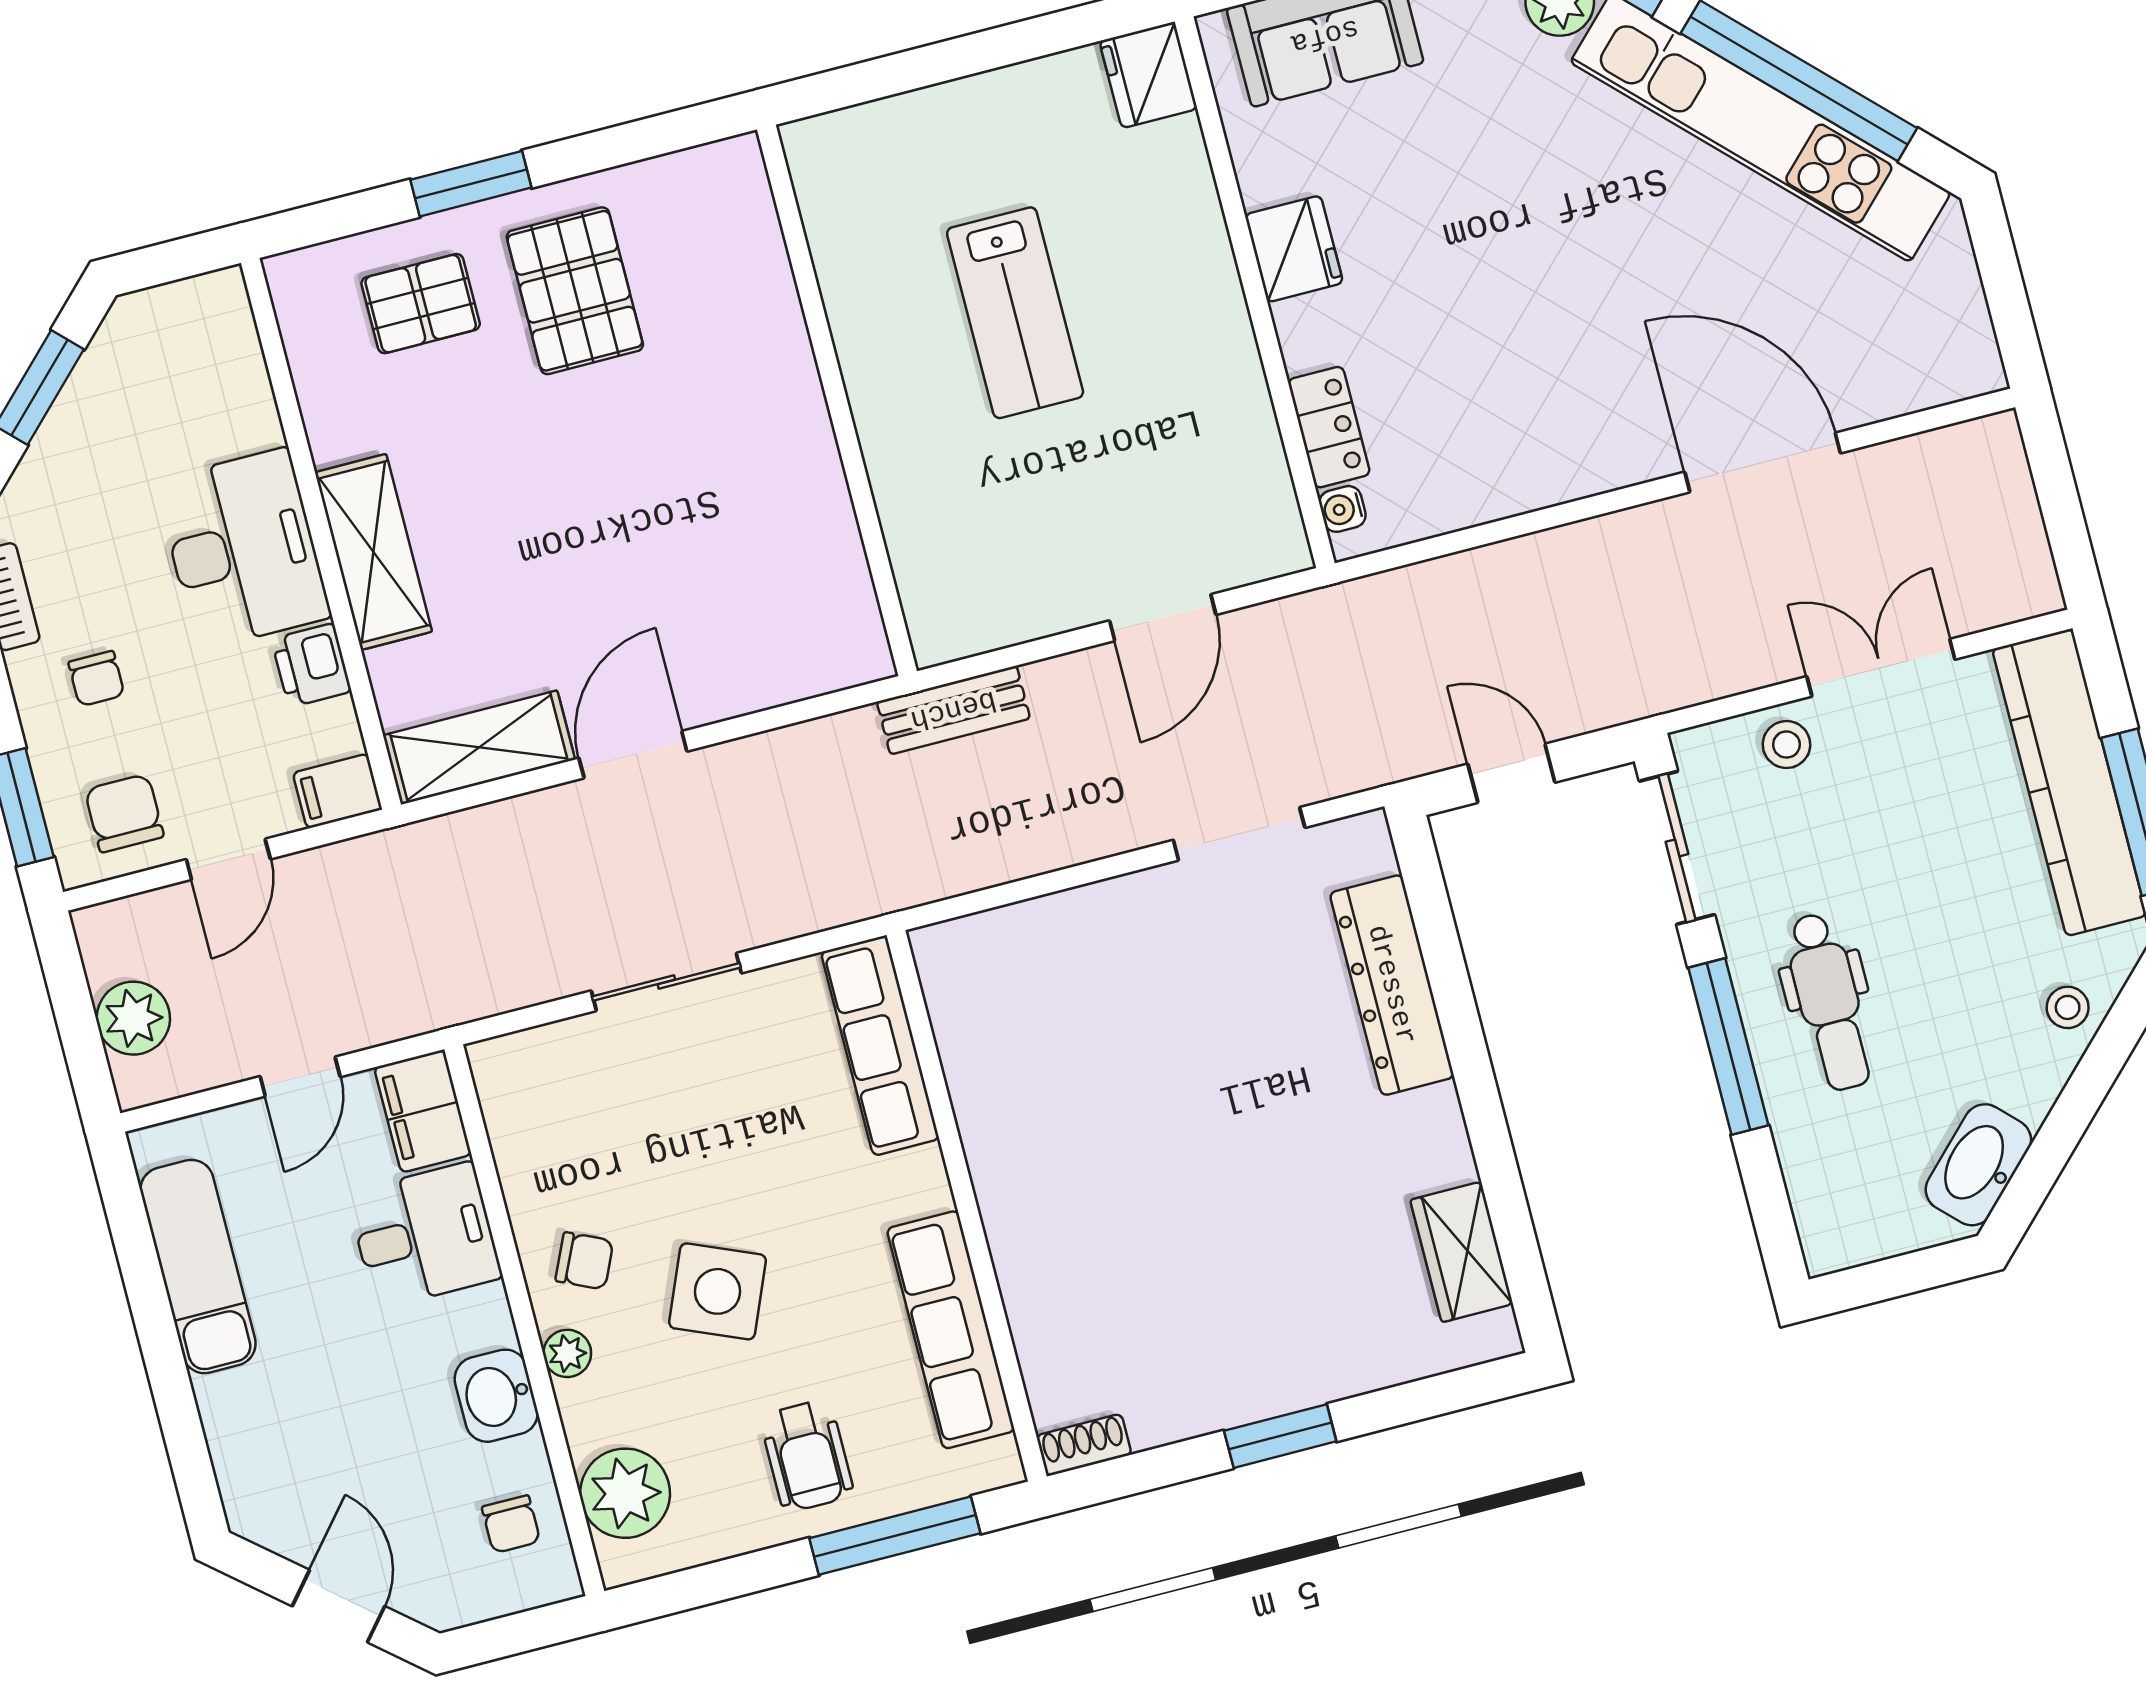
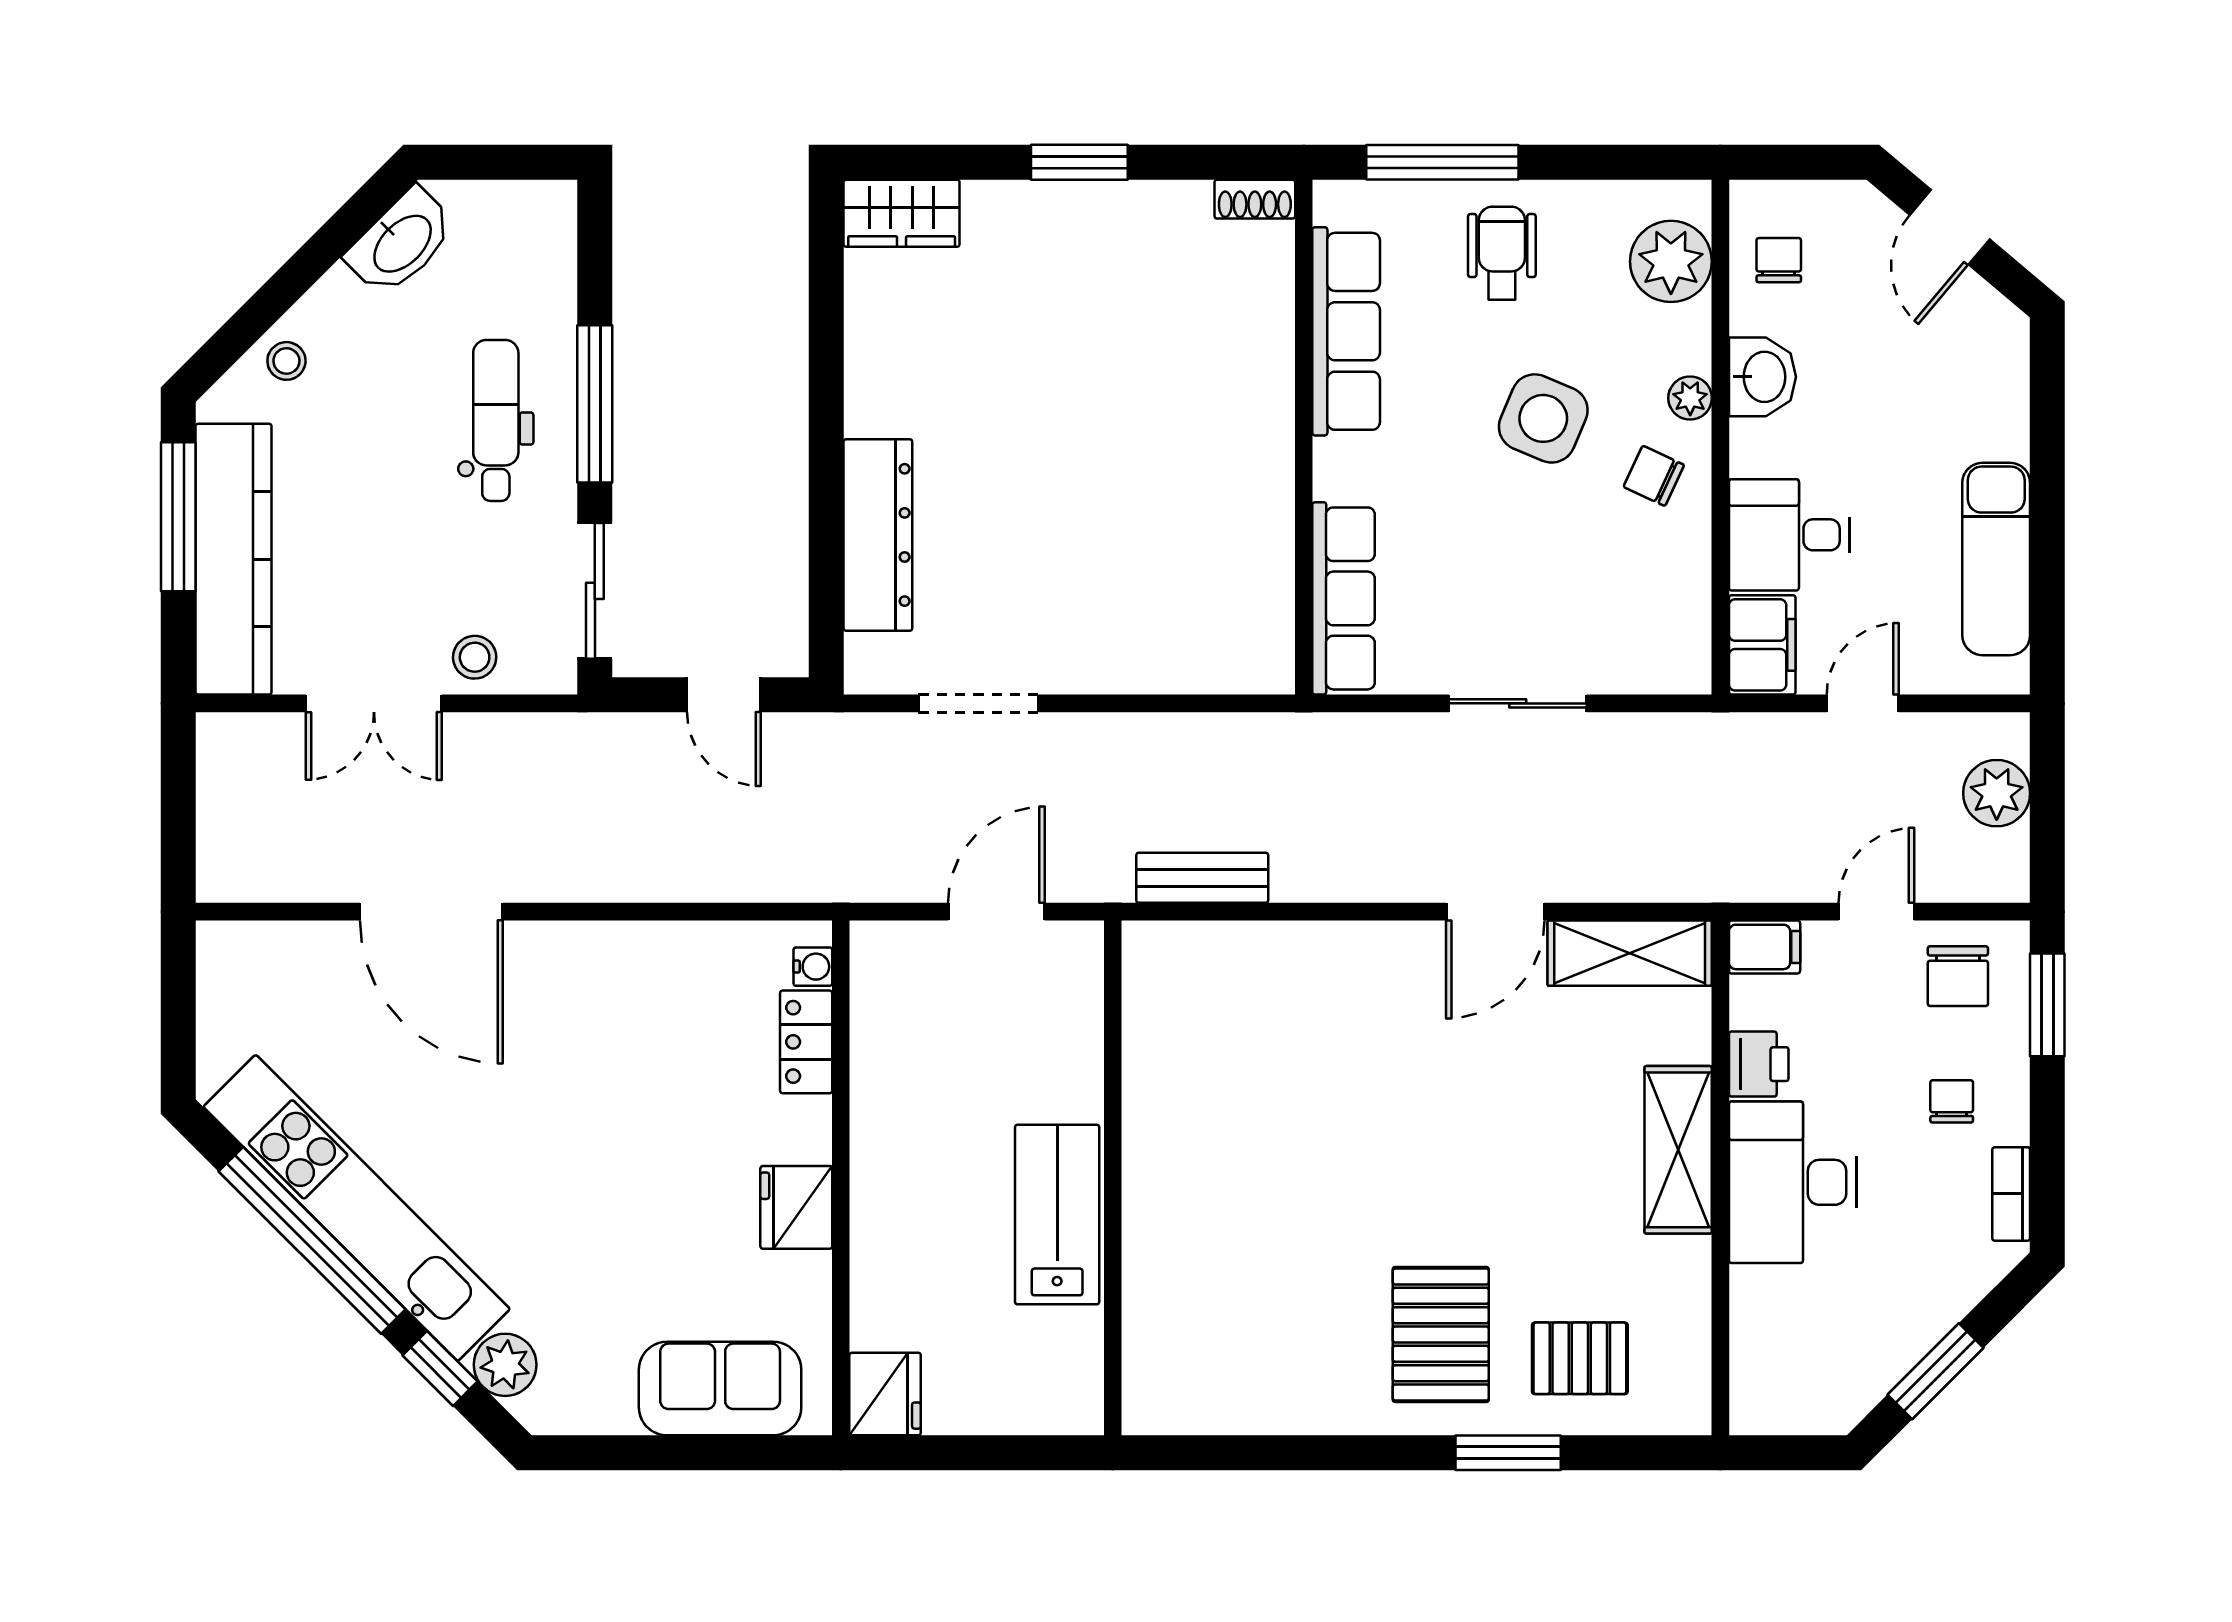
wall: (837, 400) -> (1113, 1178), moved
wardrobe: (1462, 1252) -> (902, 213), moved, turned 90

